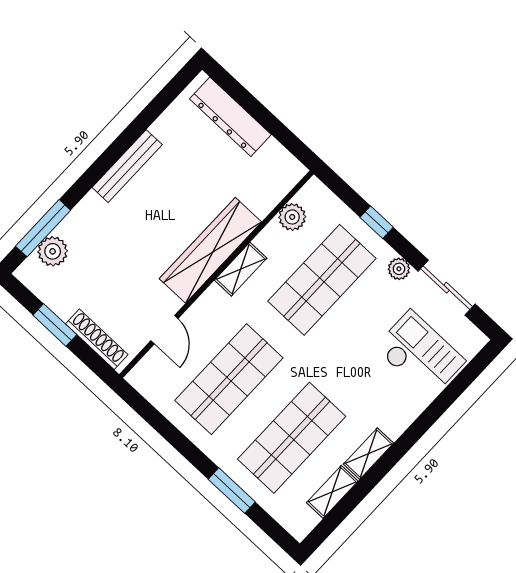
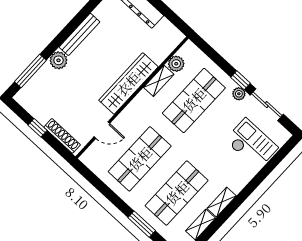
window: (377, 222) -> (240, 80), moved
plant: (53, 251) -> (59, 60), moved
shelving: (241, 269) -> (159, 81), moved
window: (55, 325) -> (38, 128), width x0.67
door: (164, 330) -> (102, 130), hinge flipped

